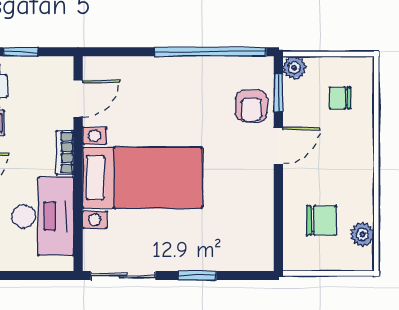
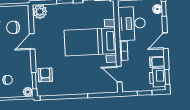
door: (78, 99) -> (119, 74), hinge flipped
door: (278, 146) -> (32, 41), moved
plant: (257, 254) -> (40, 12), added

